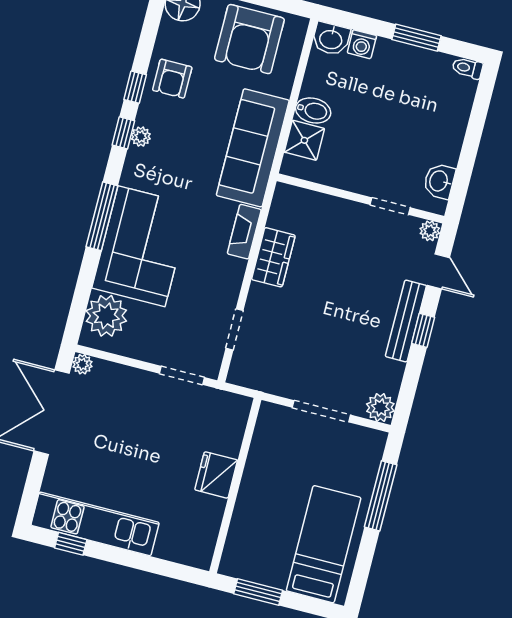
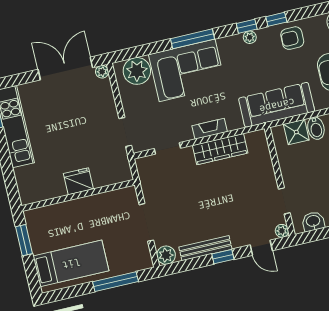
fireplace: (244, 232) -> (210, 129), moved
wardrobe: (273, 257) -> (220, 149), width x1.50
door: (438, 271) -> (261, 248), hinge flipped
bench: (406, 321) -> (205, 248), moved

